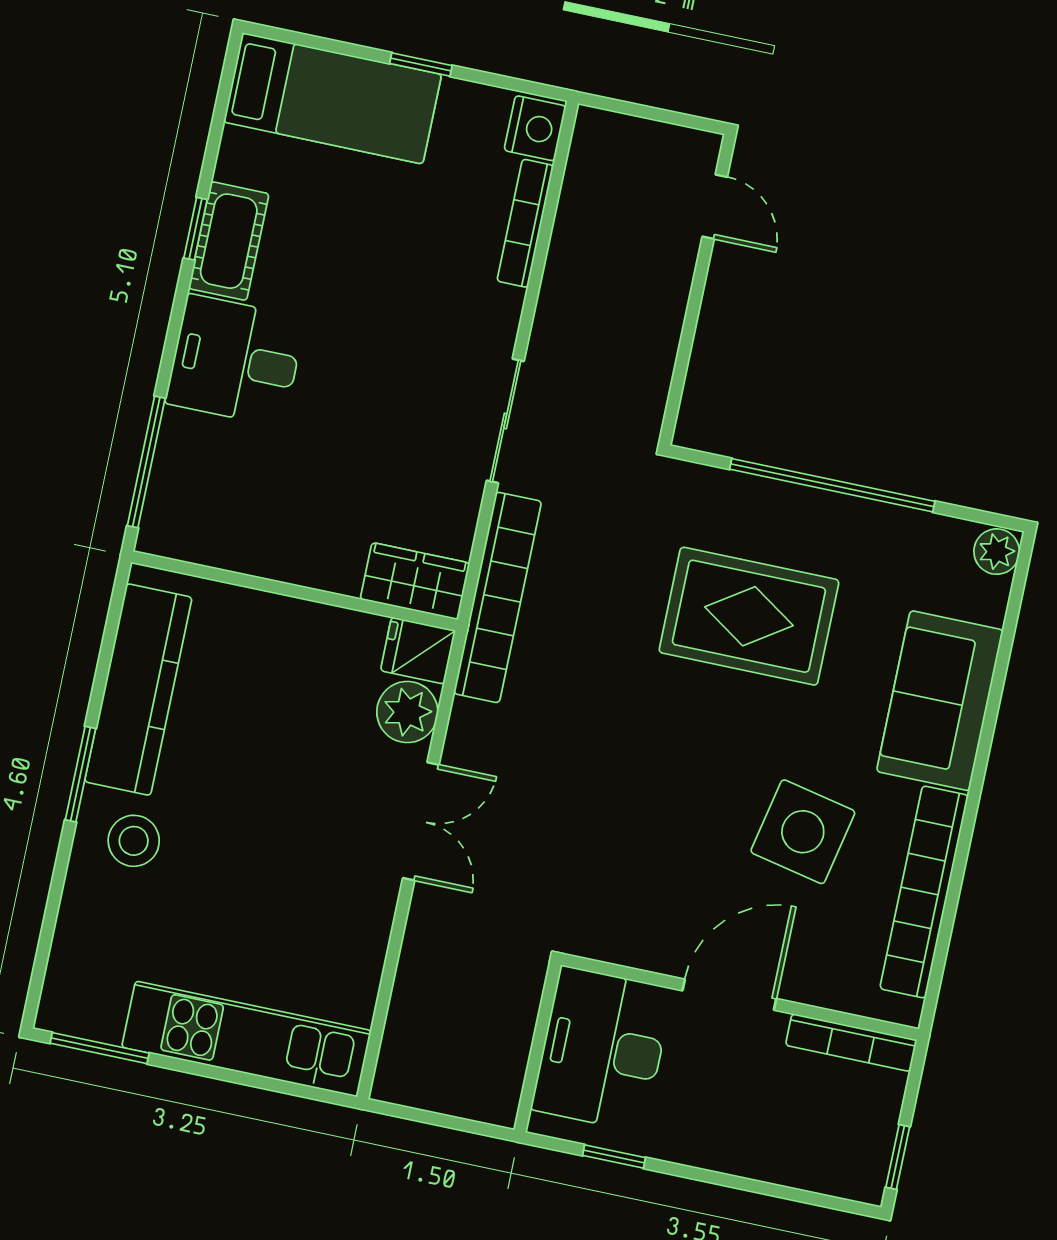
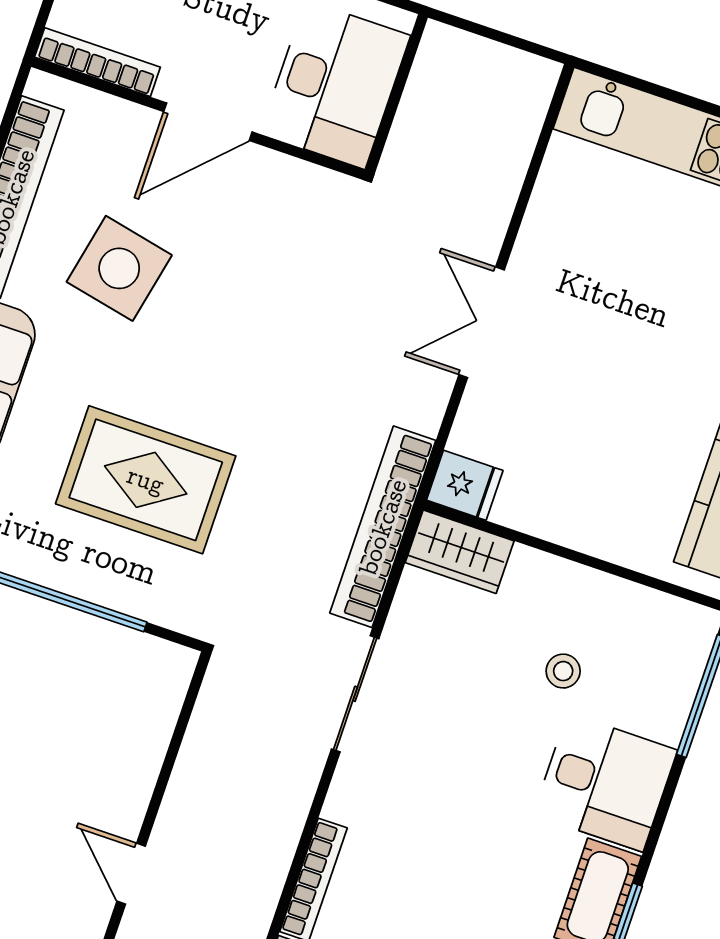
stool: (293, 471) -> (563, 671), added
plant: (407, 712) -> (482, 428), removed

